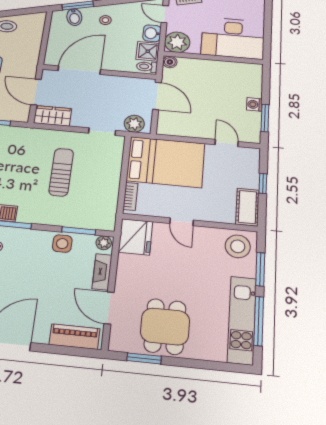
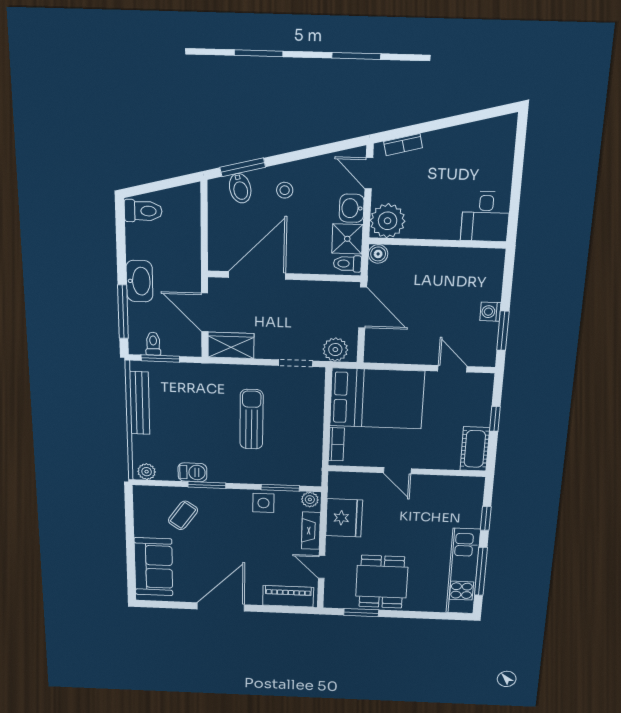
desk: (233, 38) -> (485, 216), width x0.53, depth x0.77
fridge: (136, 237) -> (344, 518), moved
stool: (238, 246) -> (462, 495), removed
window: (260, 269) -> (486, 518), width x0.67
door: (109, 308) -> (322, 567), width x0.73

